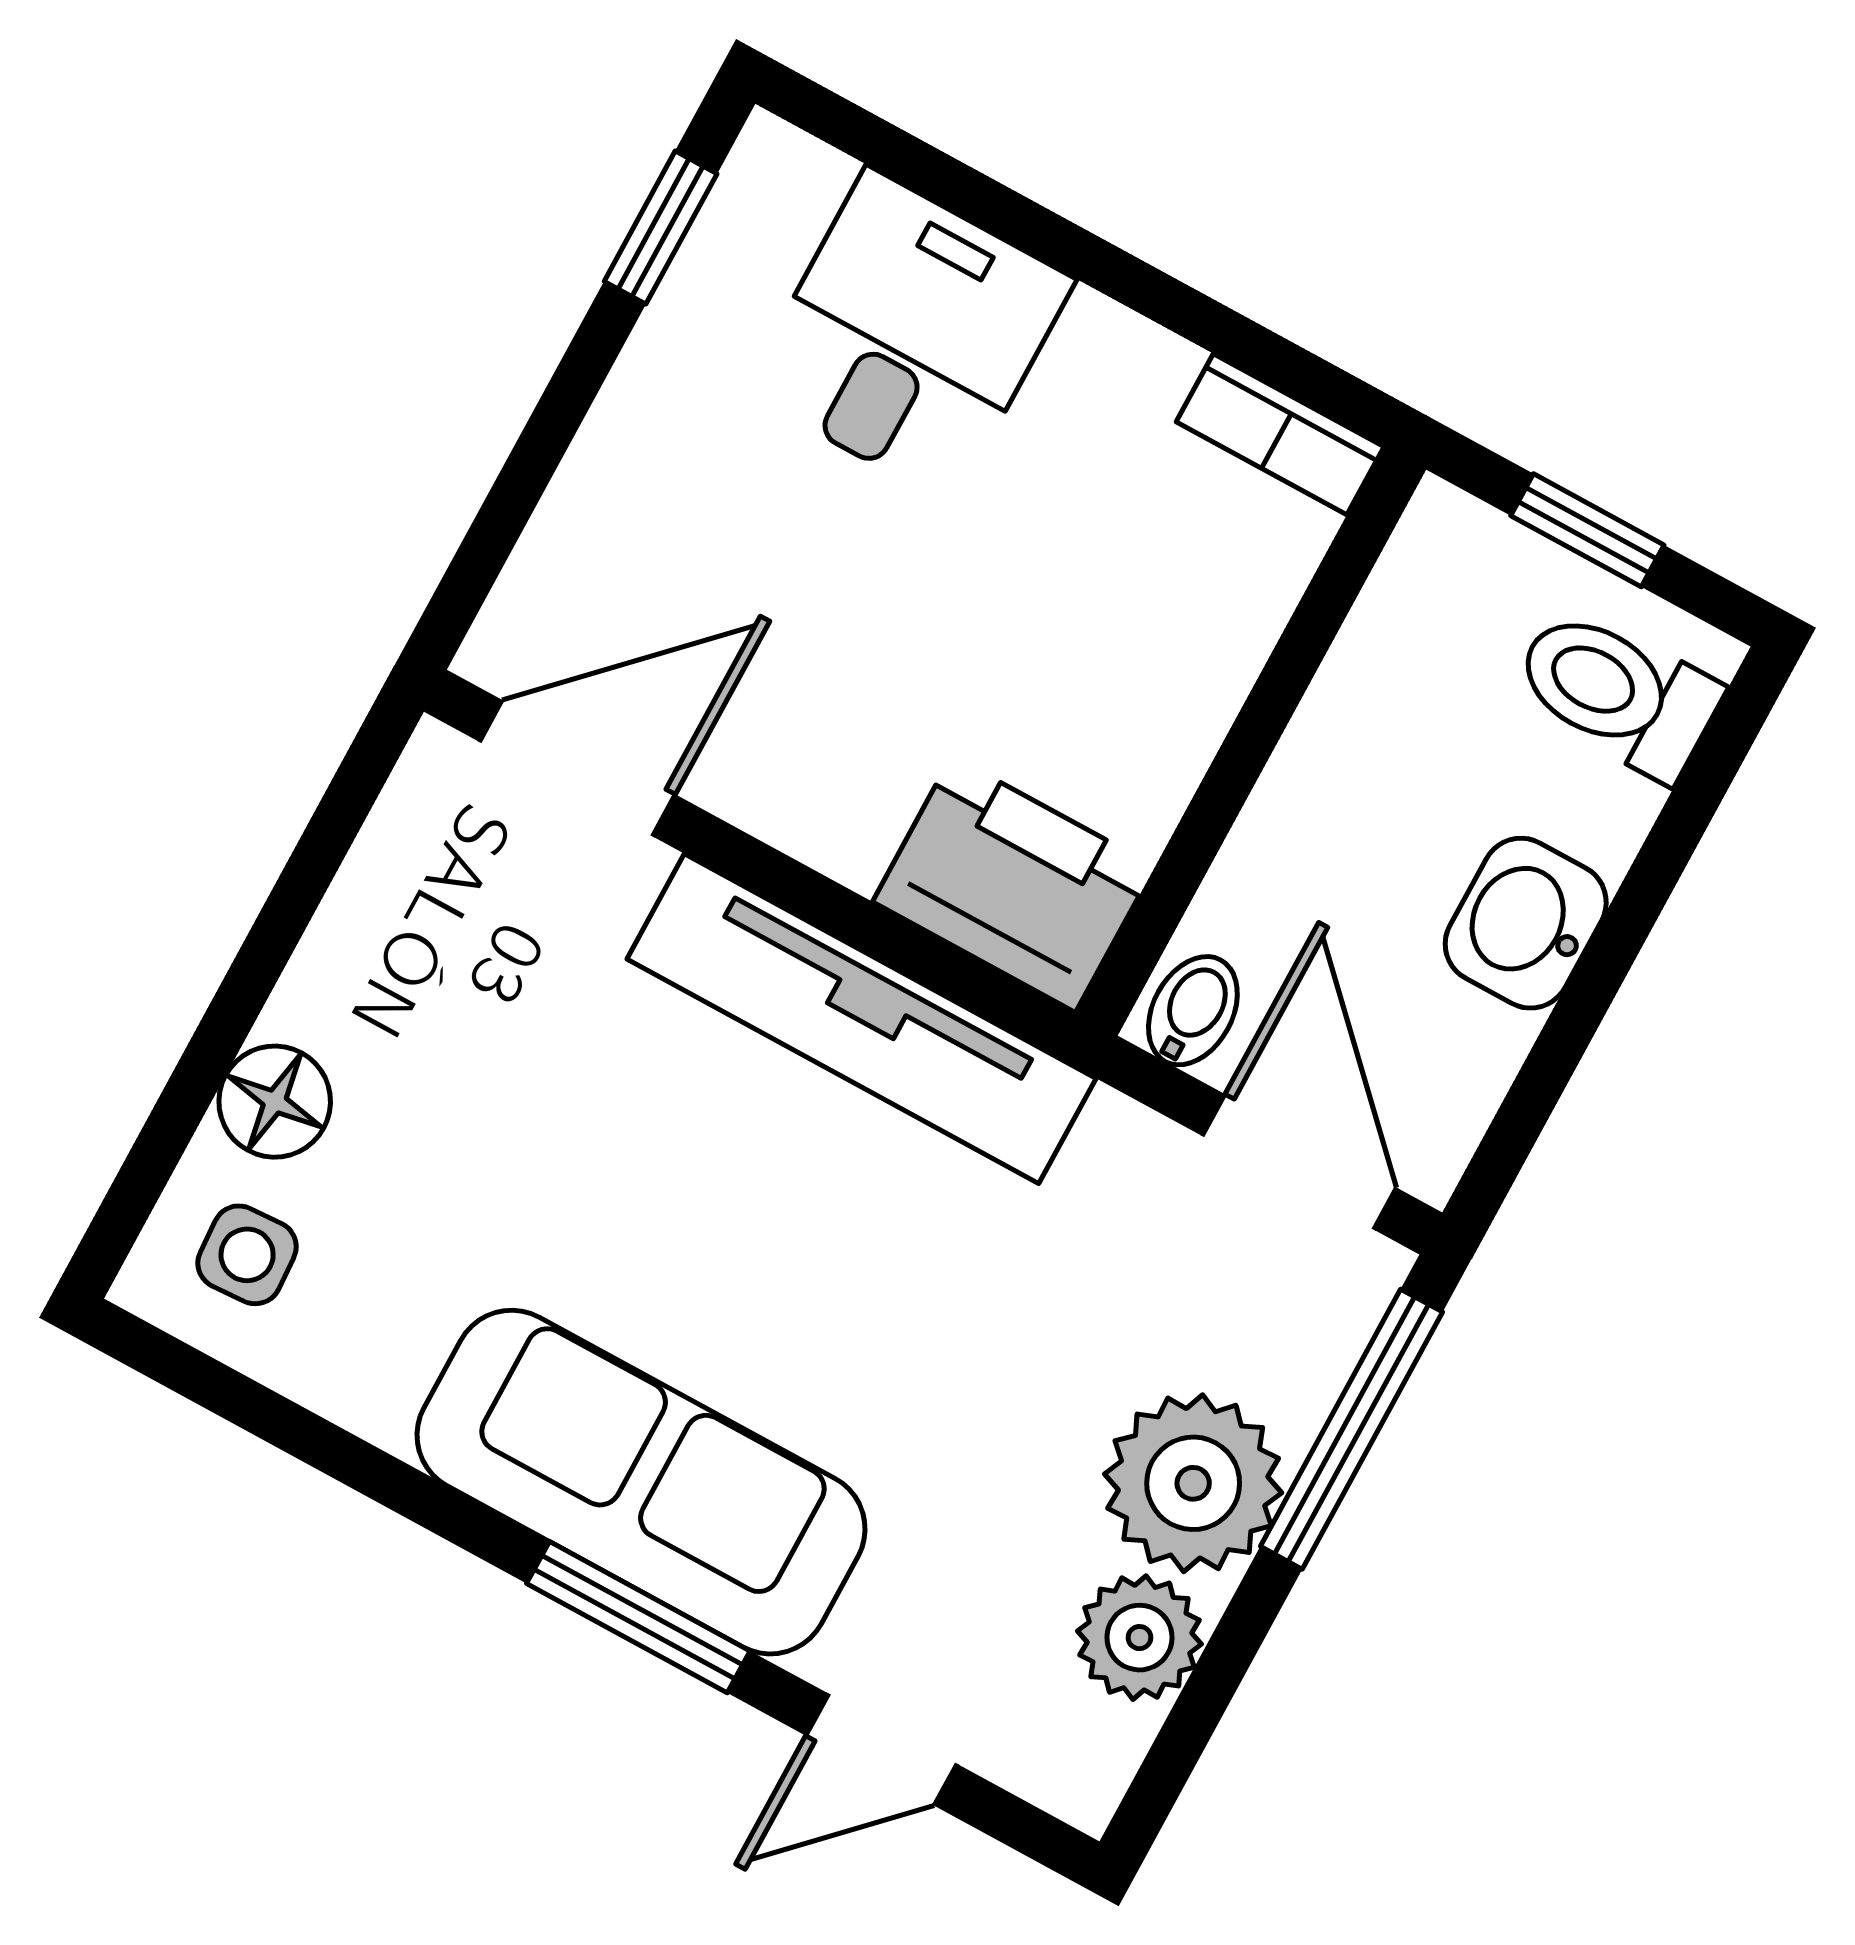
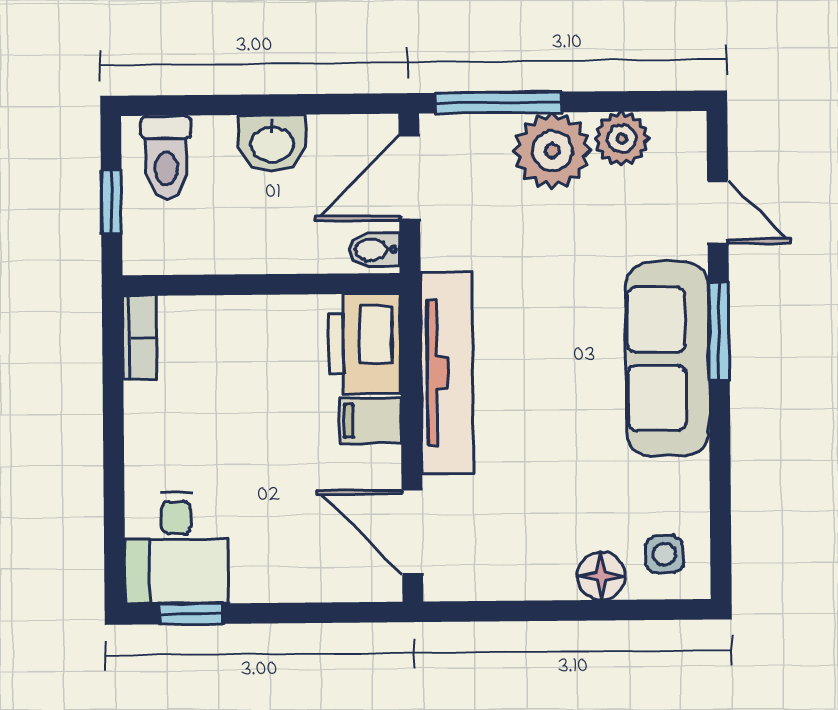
desk: (910, 336) -> (177, 548), moved, turned -90
filing cabinet: (851, 809) -> (370, 421), added

